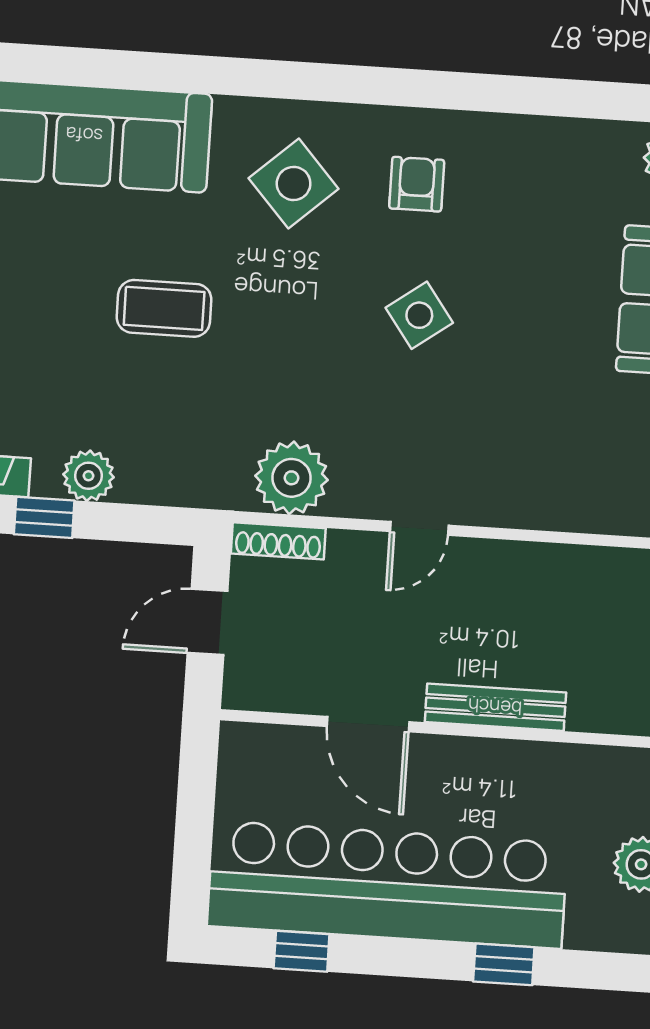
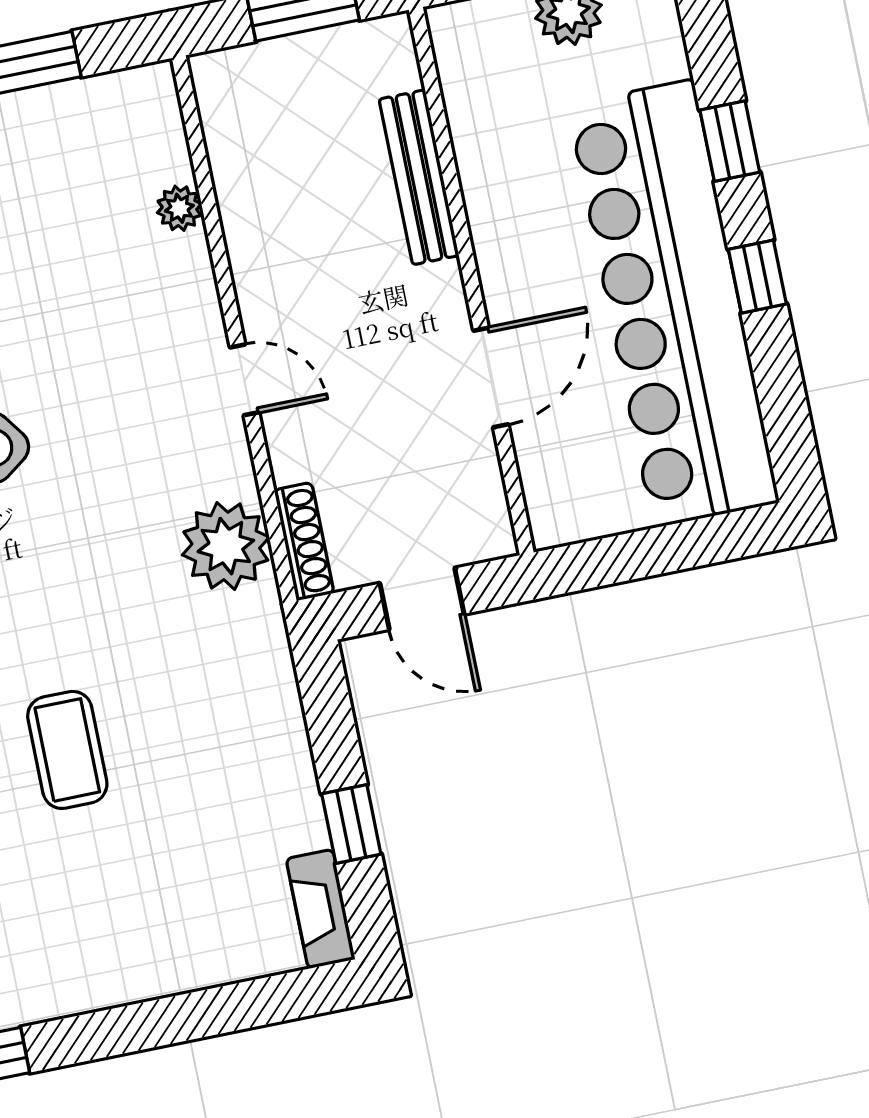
plant: (88, 476) -> (179, 208), moved, width x0.73, depth x0.73
bench: (495, 707) -> (419, 177), moved
window: (302, 951) -> (757, 277), moved

